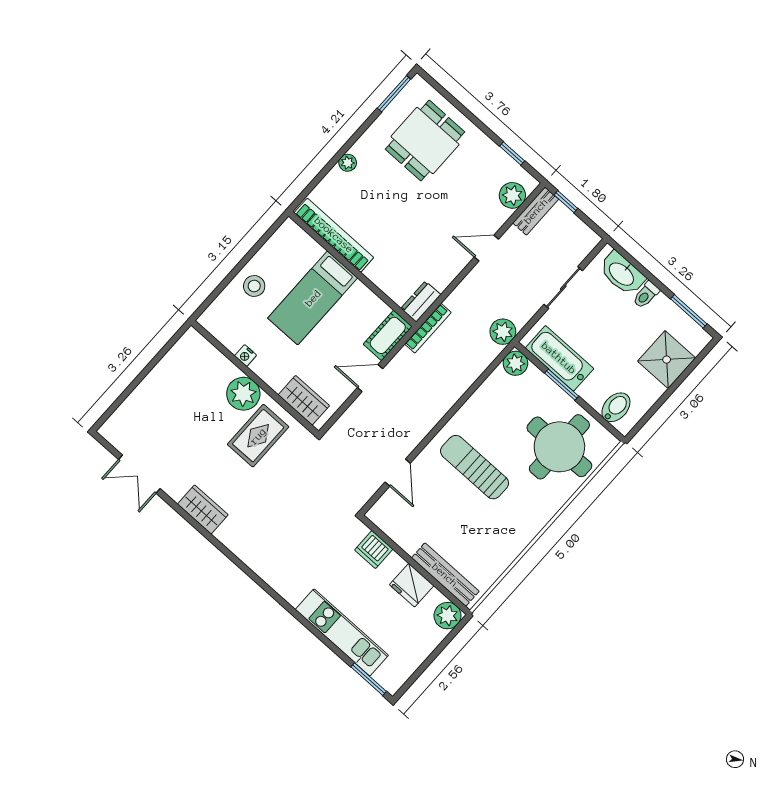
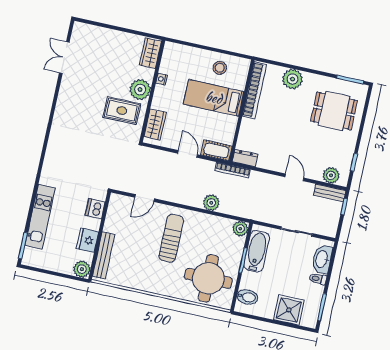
plant: (348, 163) -> (293, 79), width x1.88, depth x1.88
stool: (254, 286) -> (220, 68), moved
plant: (503, 332) -> (211, 203), moved
wardrobe: (203, 509) -> (150, 53), moved, turned 180

